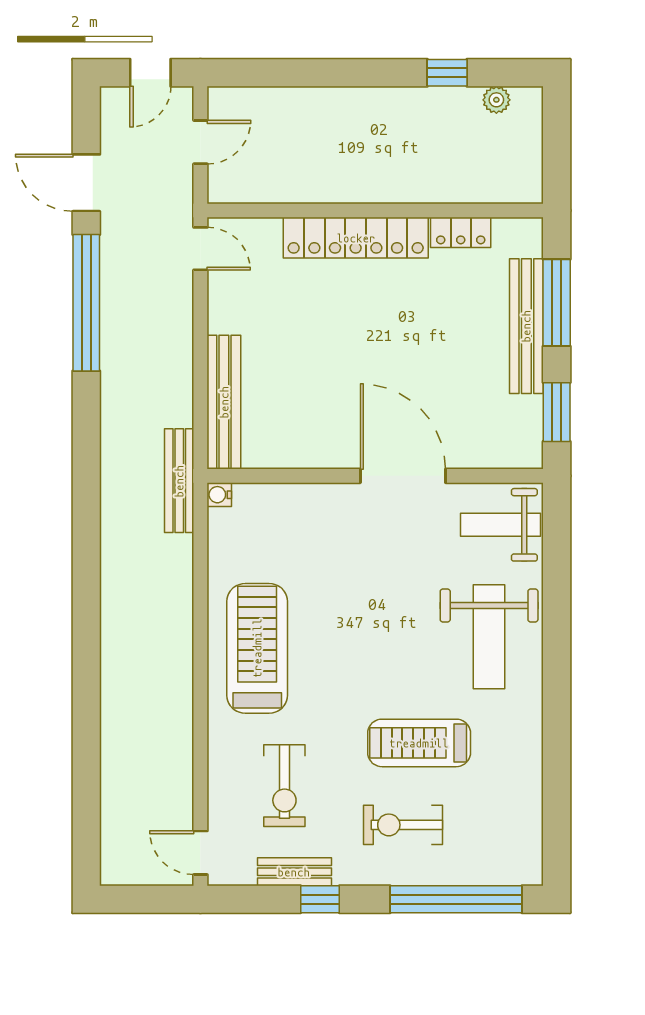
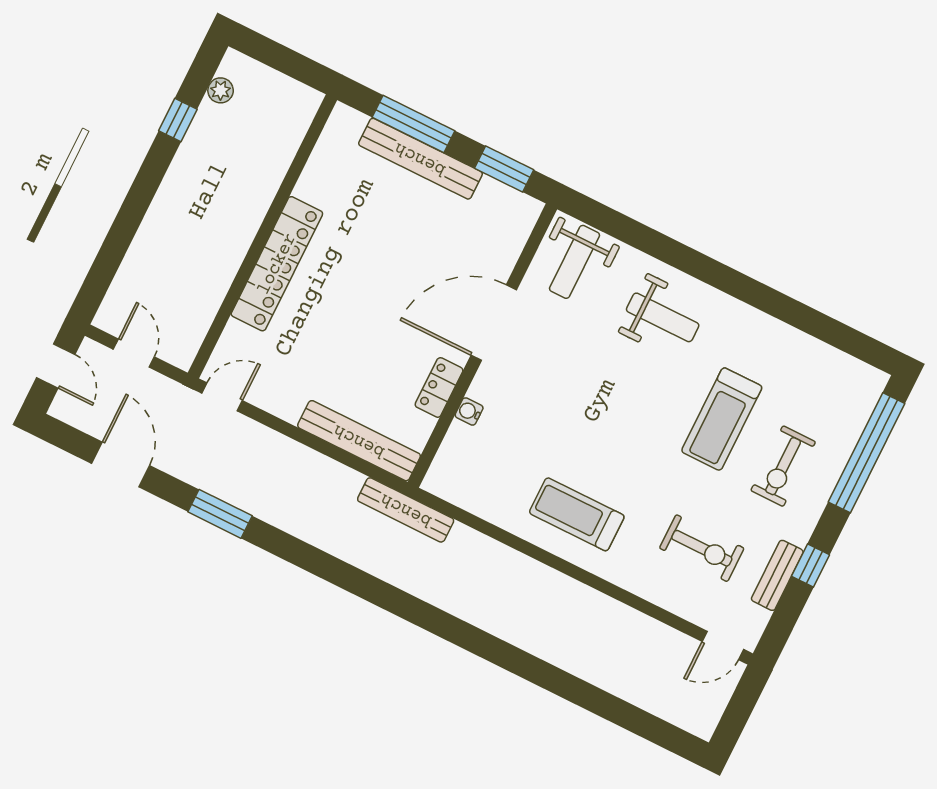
door: (86, 183) -> (121, 464), swing flipped
locker: (461, 232) -> (439, 387), moved, turned 180
window: (86, 303) -> (220, 514), width x0.47
water cooler: (219, 495) -> (469, 411), moved, turned 90
weight bench: (489, 637) -> (663, 317), width x0.73, depth x0.75
treadmill: (257, 648) -> (577, 514), width x0.73, depth x0.73

